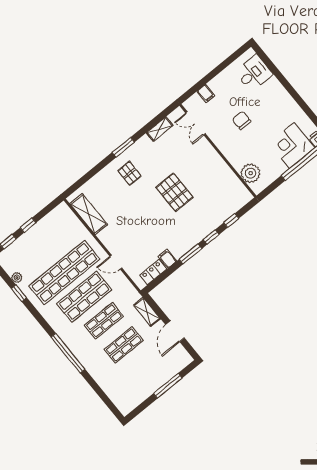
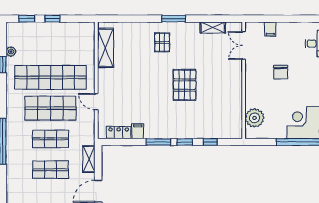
chair: (242, 120) -> (281, 72), turned 180

